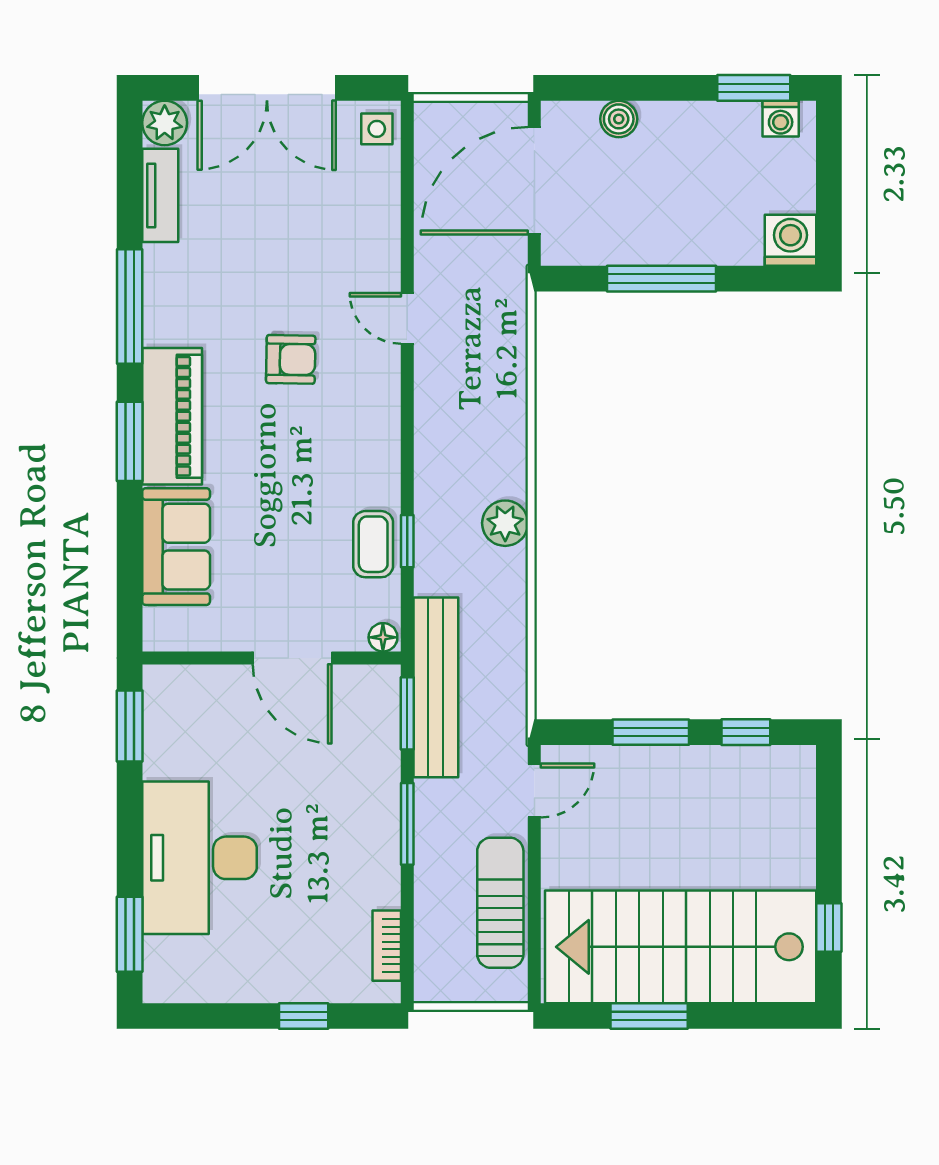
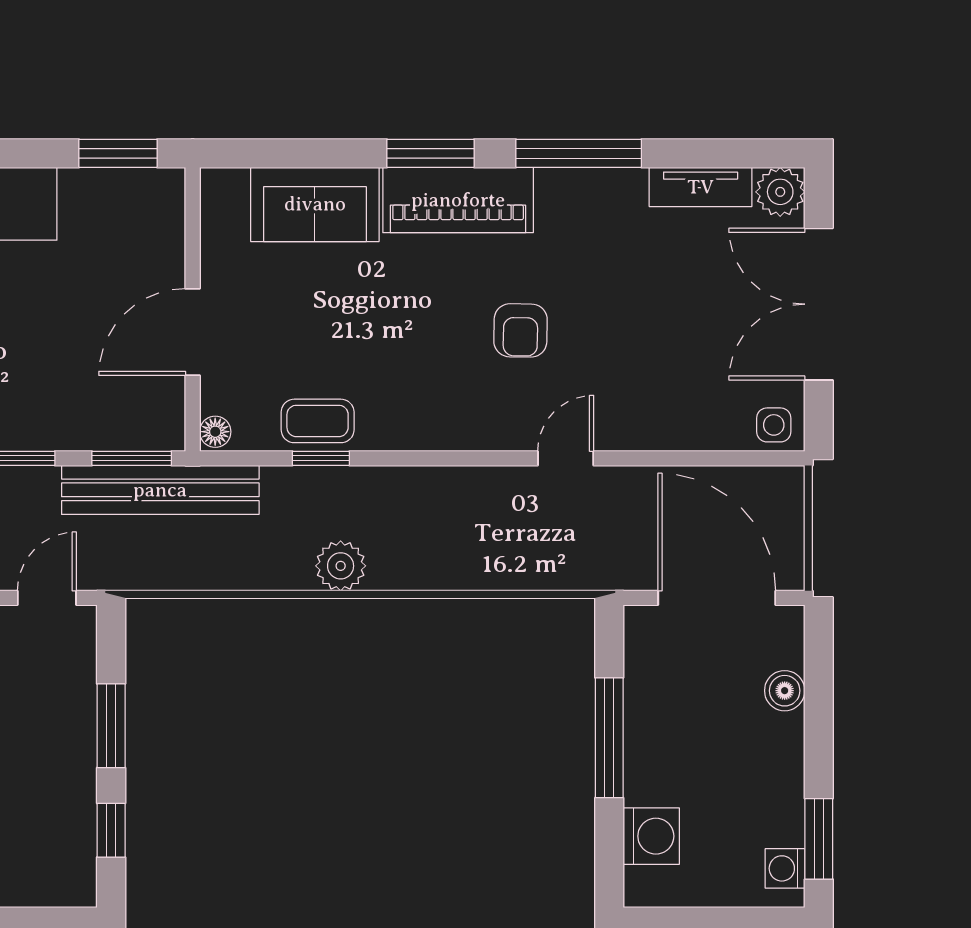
washing machine: (790, 240) -> (651, 836), moved
door: (534, 791) -> (47, 598), swing flipped

